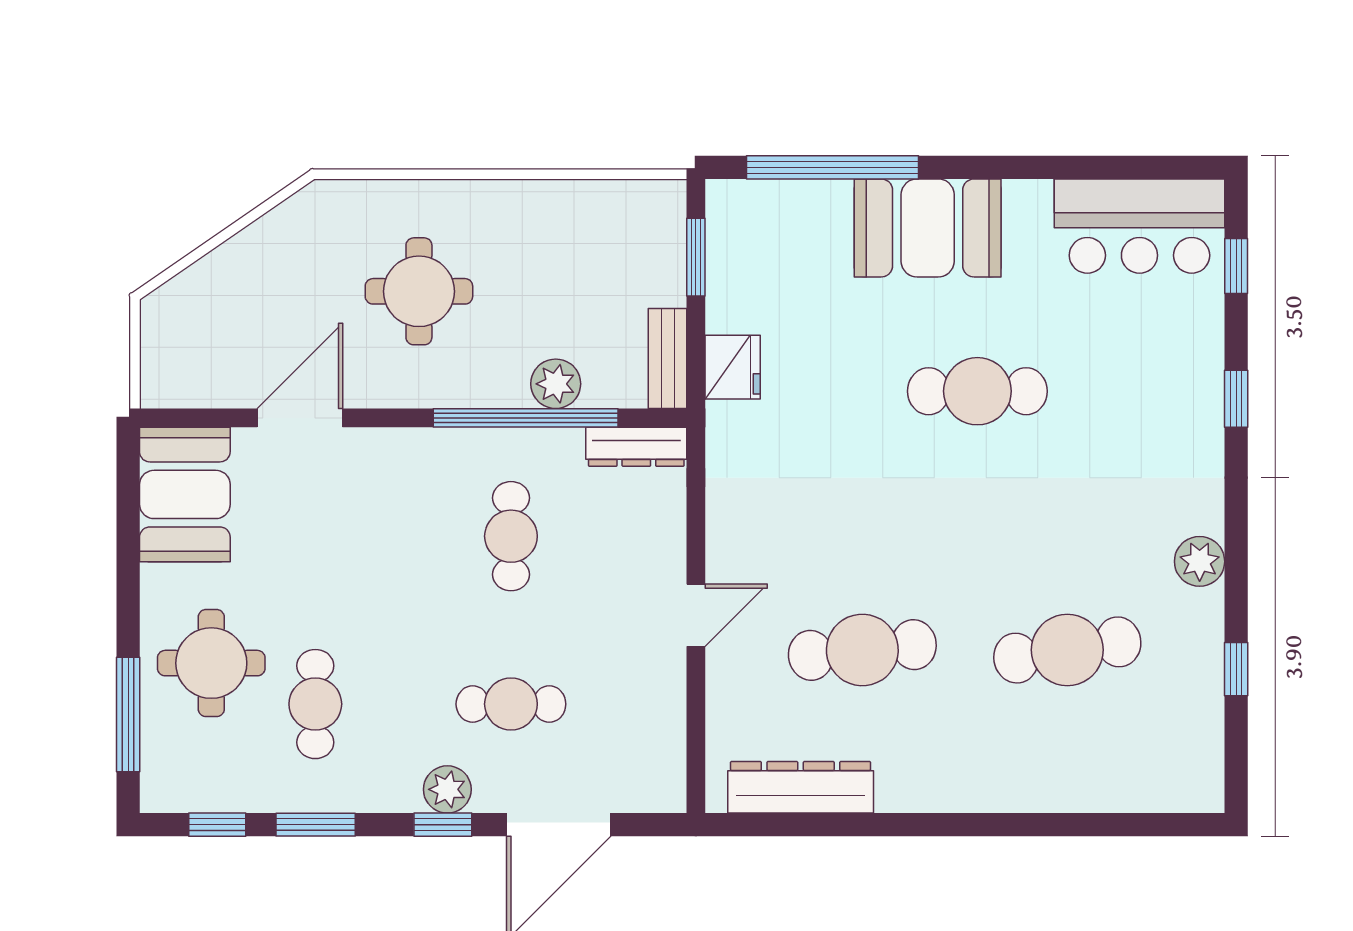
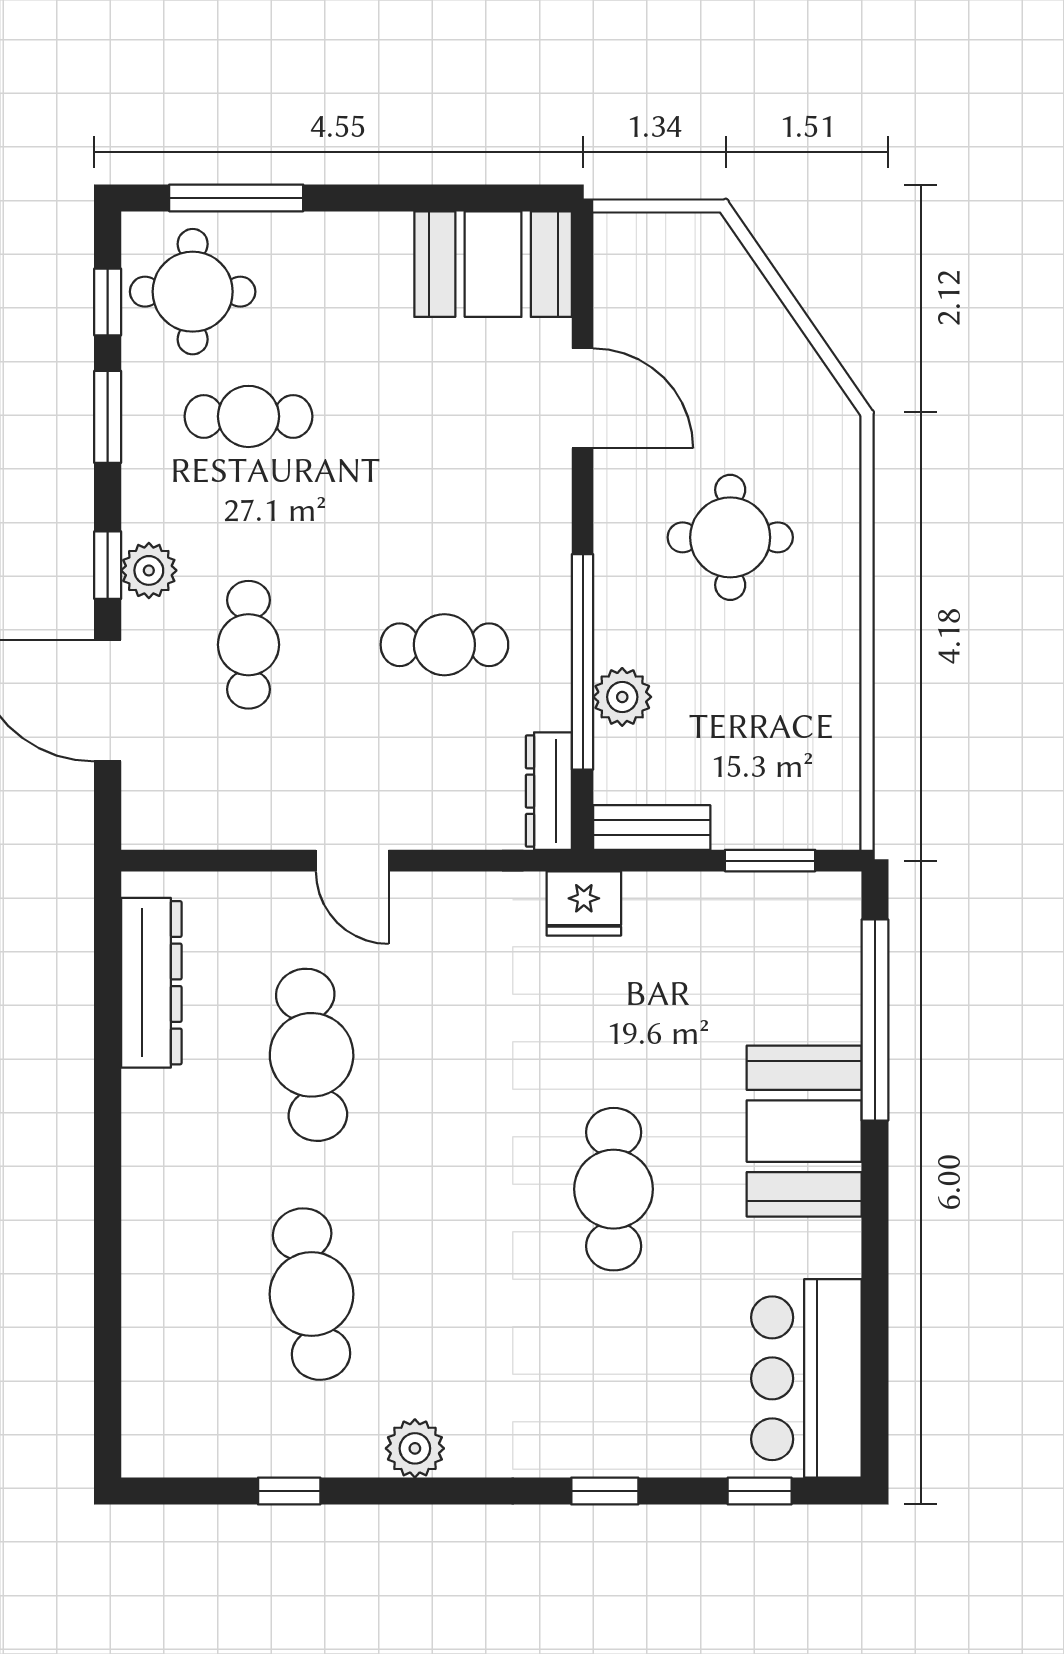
fridge: (733, 367) -> (584, 903), moved
round table: (211, 663) -> (193, 292), moved

